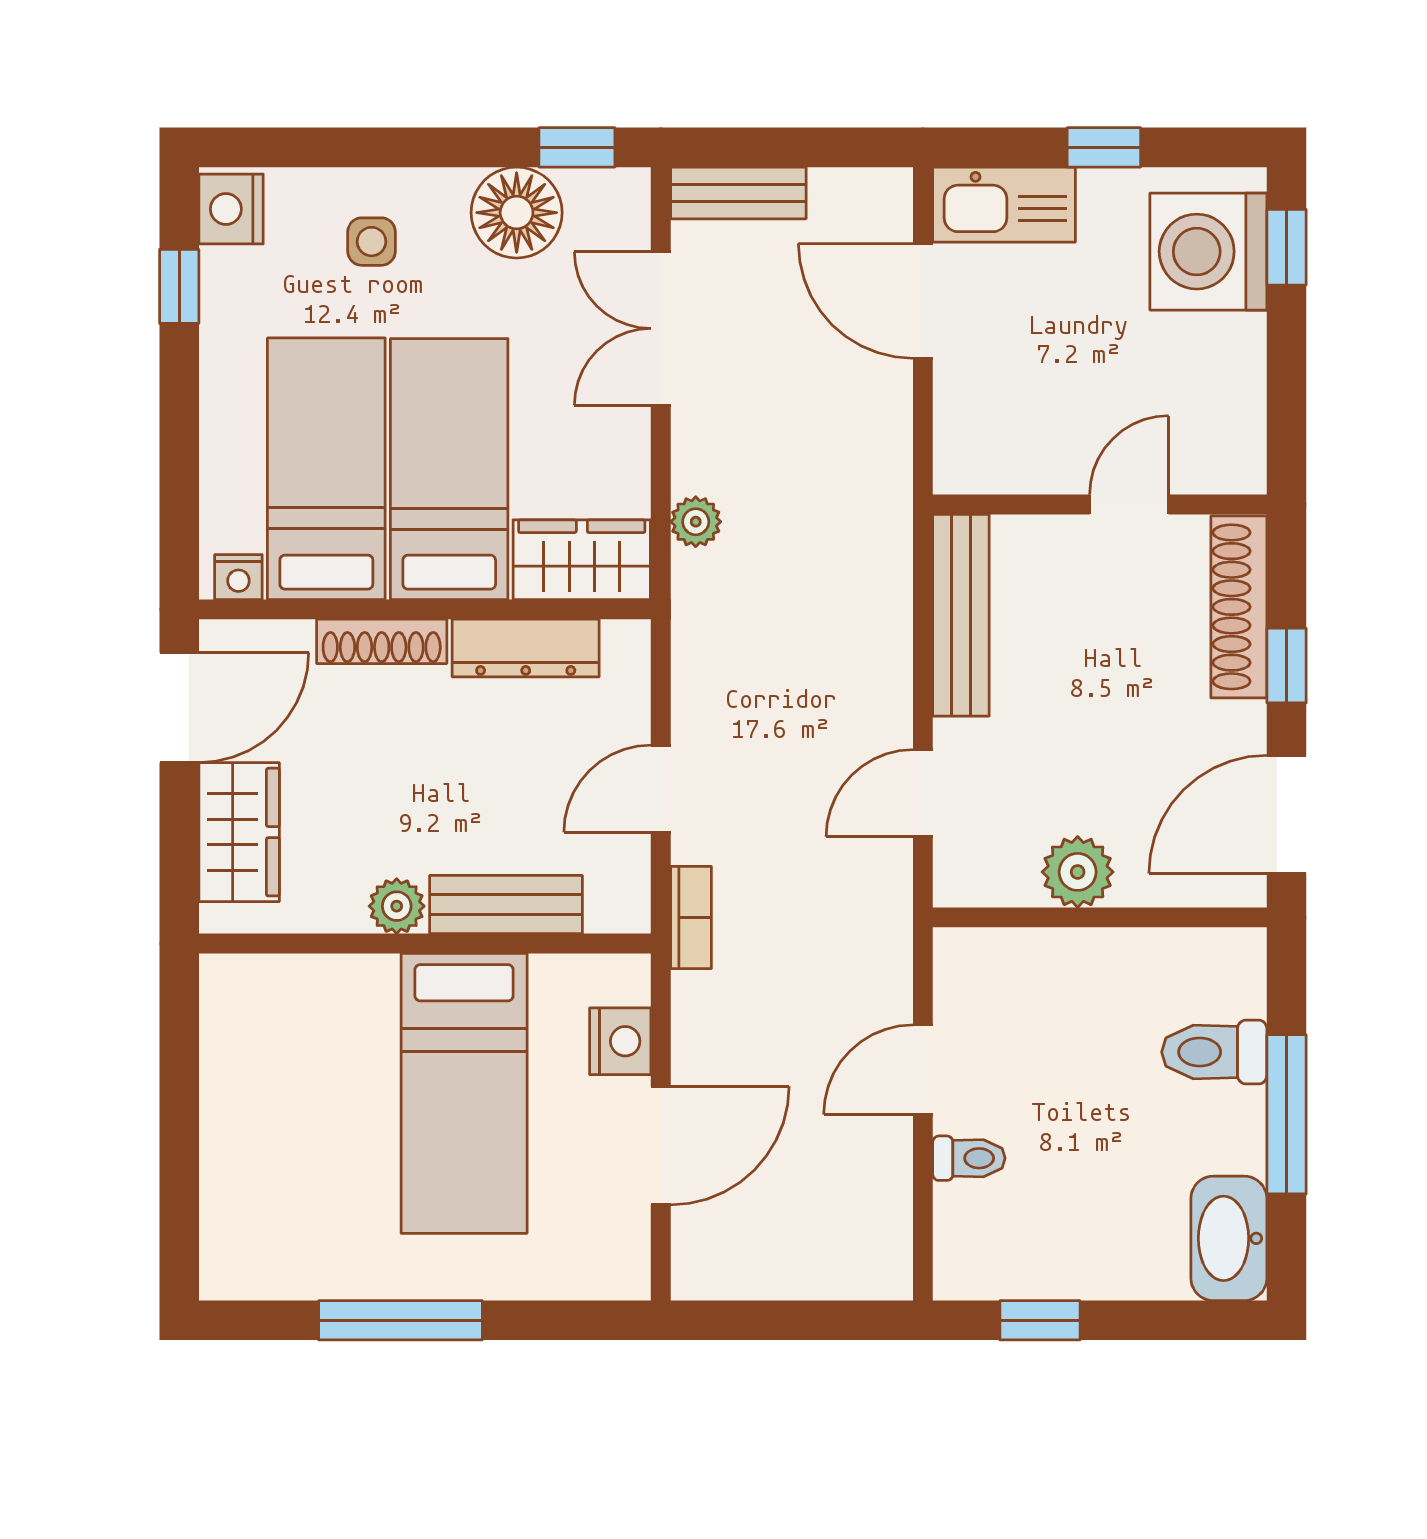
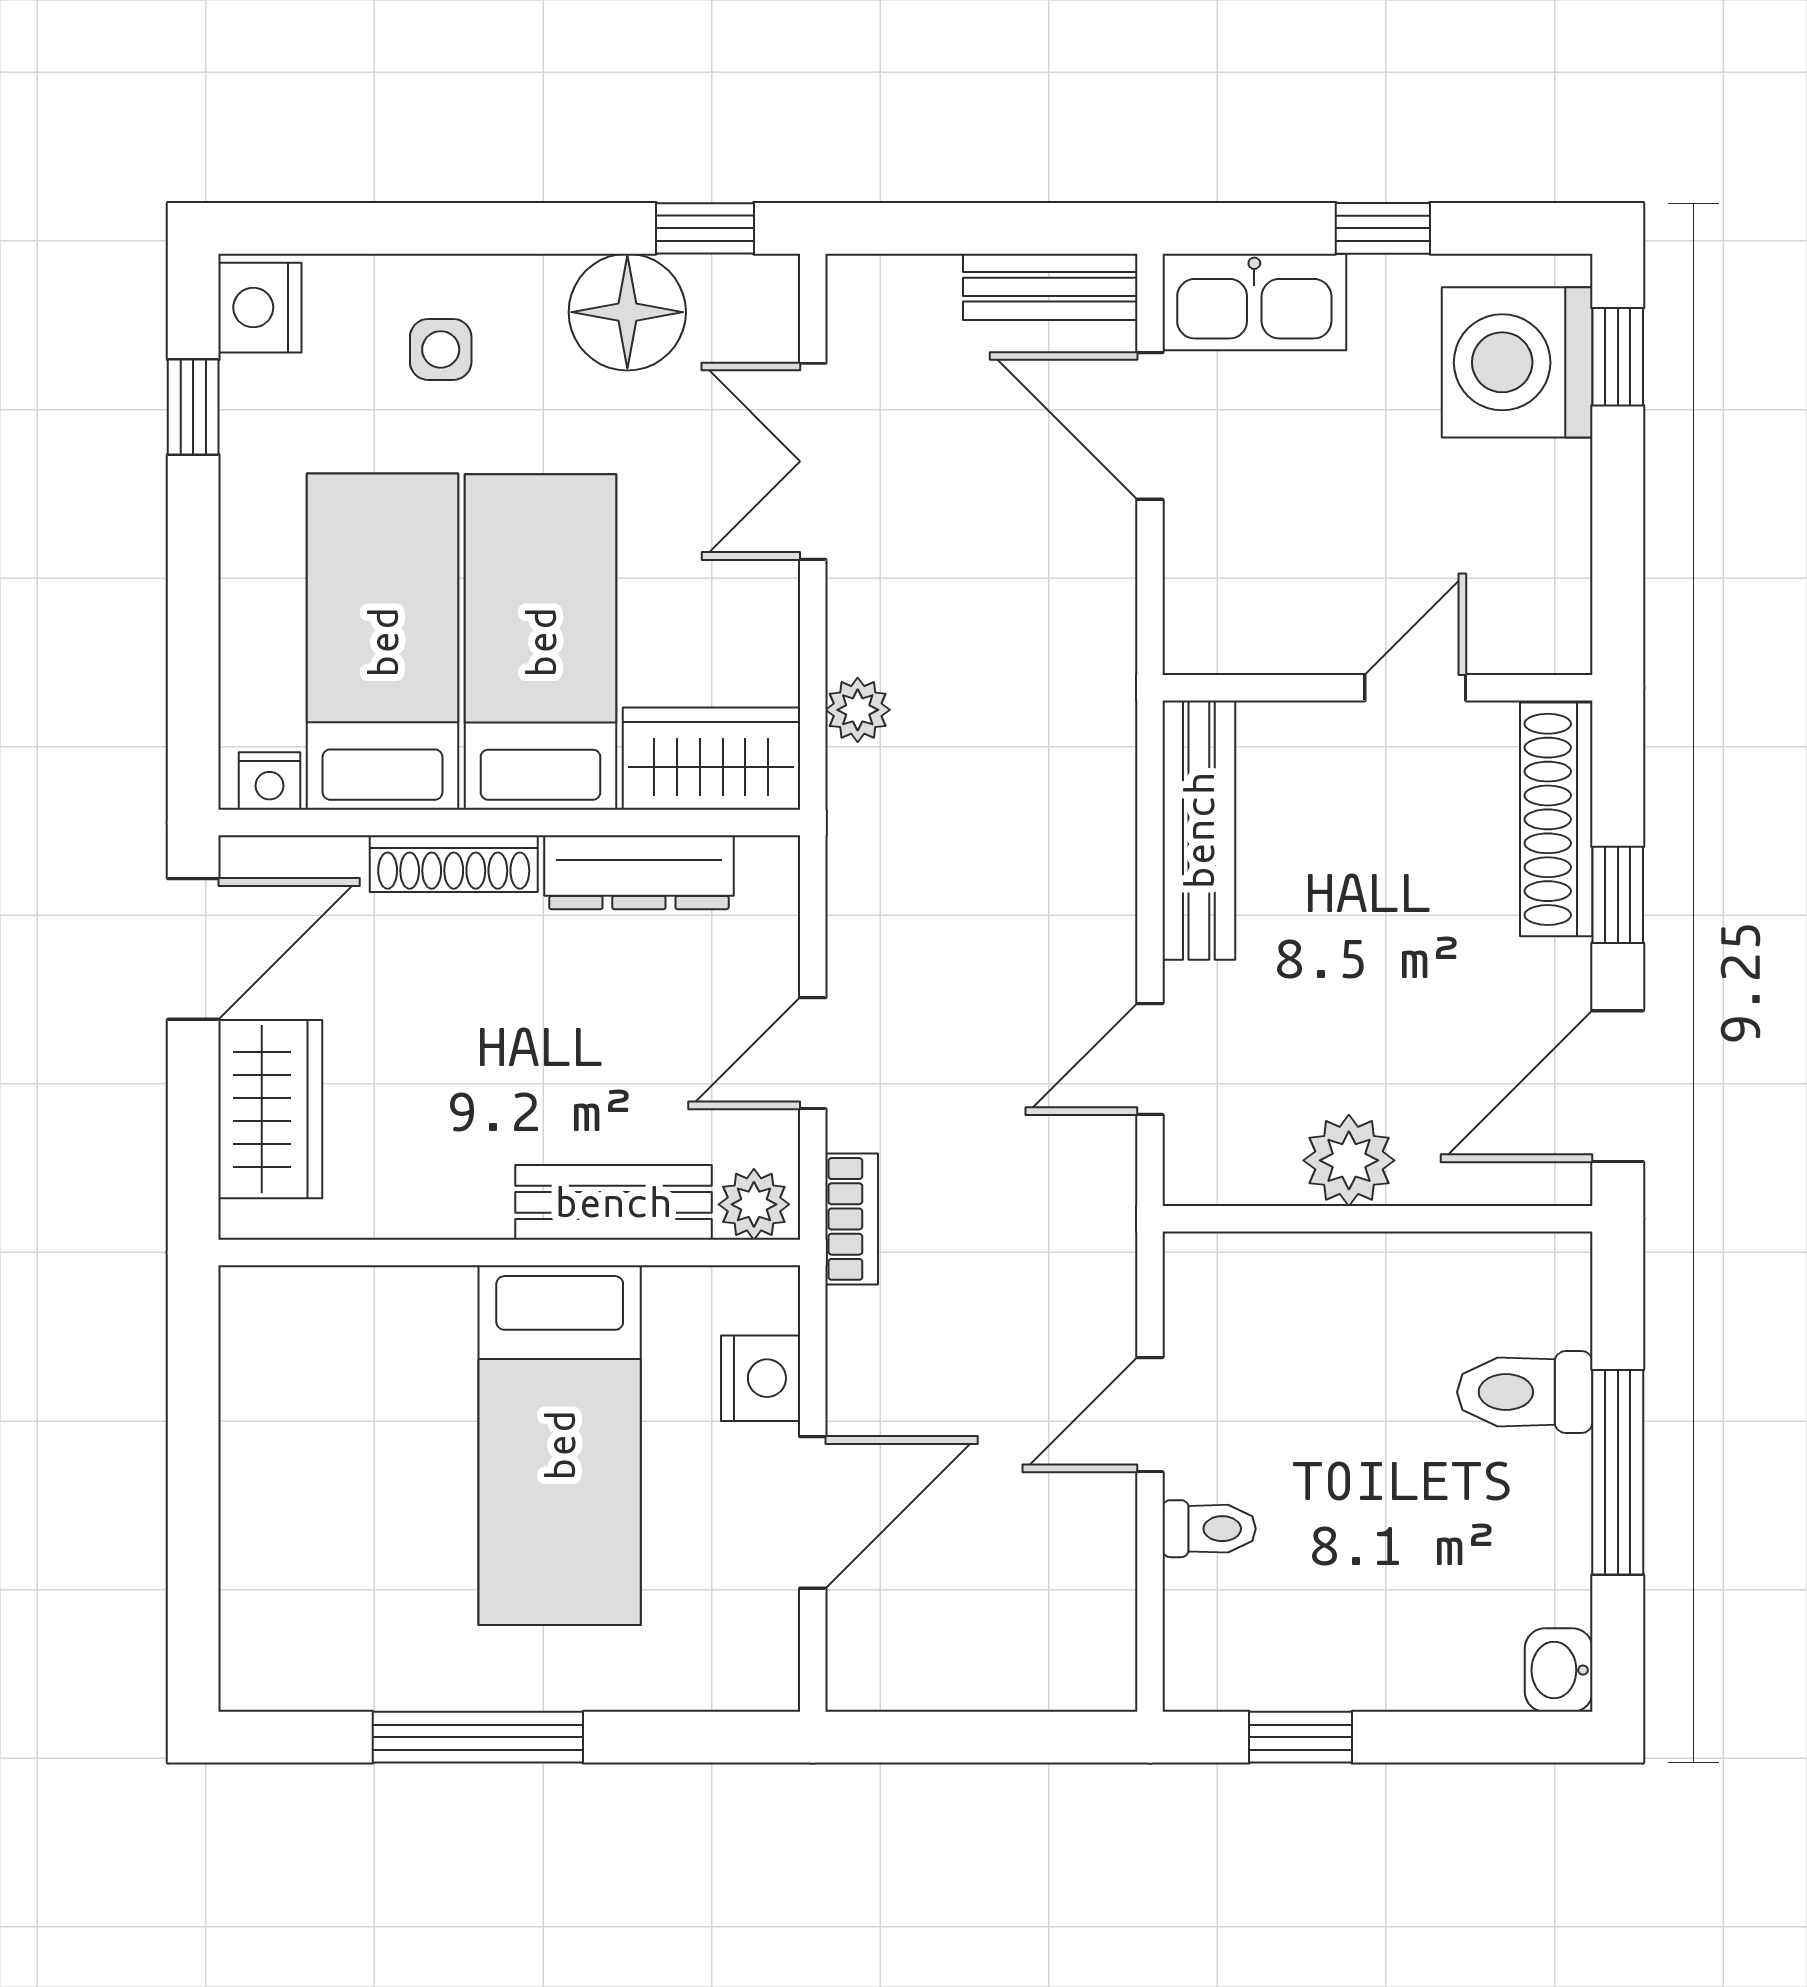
bench: (738, 193) -> (1050, 287), moved
plant: (397, 906) -> (754, 1204), moved
washbasin: (1229, 1238) -> (1559, 1670), width x0.52, depth x0.69

